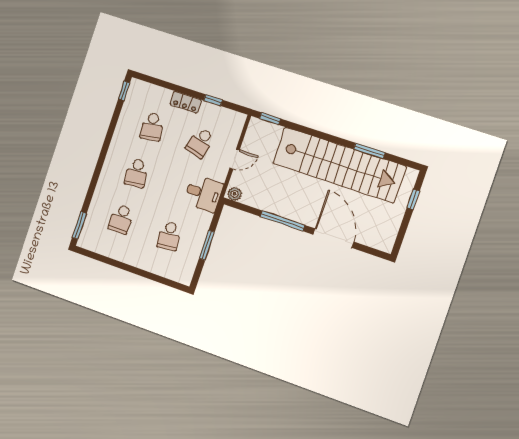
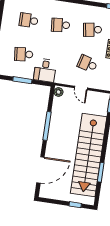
desk: (203, 193) -> (45, 70), moved
door: (333, 238) -> (40, 170), moved

